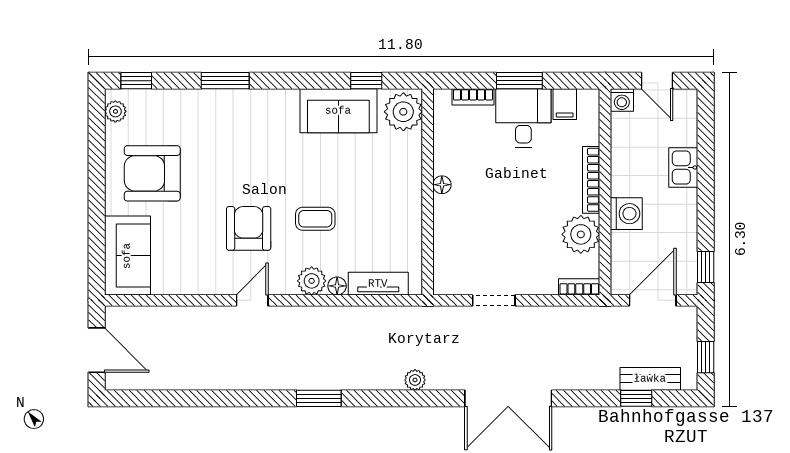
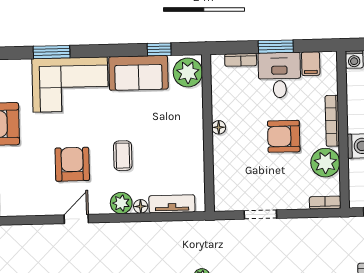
corner sofa: (248, 124) -> (70, 85), added
armchair: (527, 199) -> (284, 136), added
coffee table: (315, 219) -> (123, 156), turned 90

